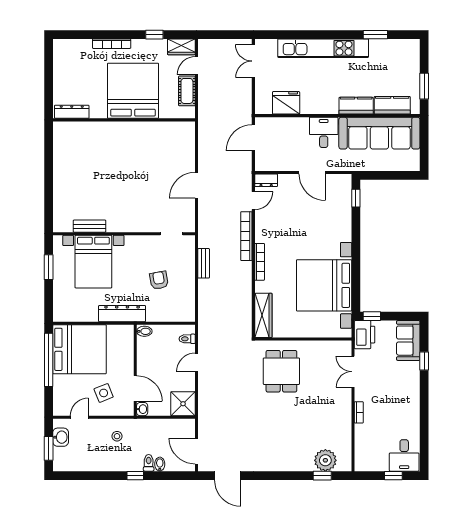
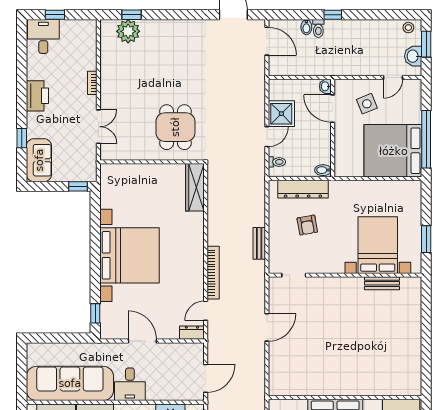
bookcase: (260, 262) -> (199, 245), removed
bed with nightstands: (324, 285) -> (130, 255), moved
dresser: (122, 314) -> (303, 189), moved
printer: (365, 335) -> (37, 96), moved, turned 180
shower: (183, 404) -> (281, 114), moved
stool: (117, 436) -> (408, 28), moved

